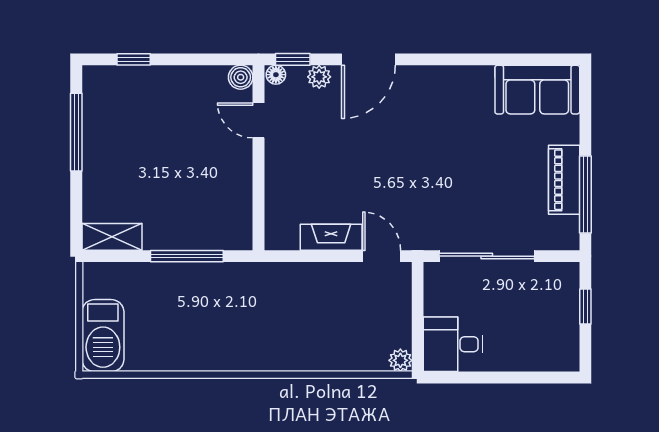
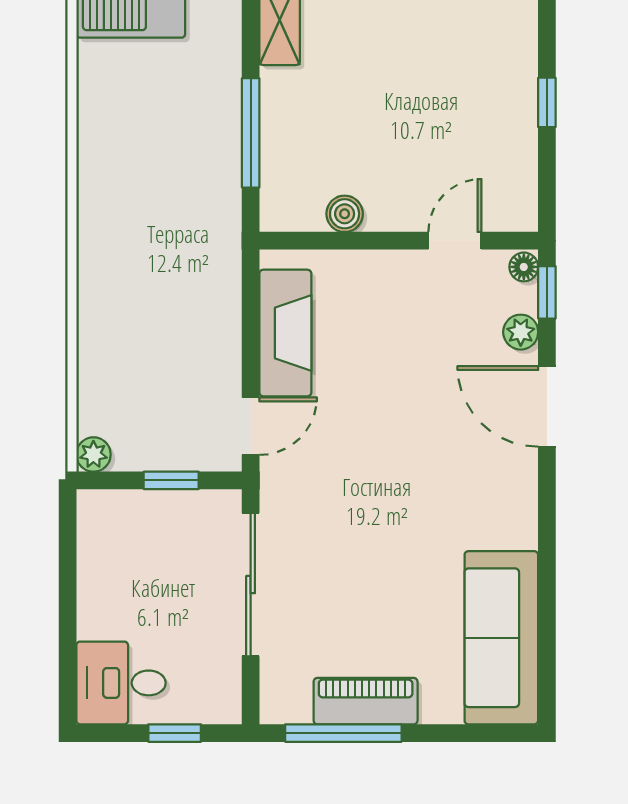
window: (134, 59) -> (547, 102), moved
boiler: (241, 77) -> (345, 214), moved
sofa: (537, 90) -> (501, 638), width x1.36
fireplace: (331, 237) -> (285, 333), width x1.37, depth x1.32
window: (418, 309) -> (171, 480), added
desk: (453, 344) -> (121, 683), moved, turned -90

